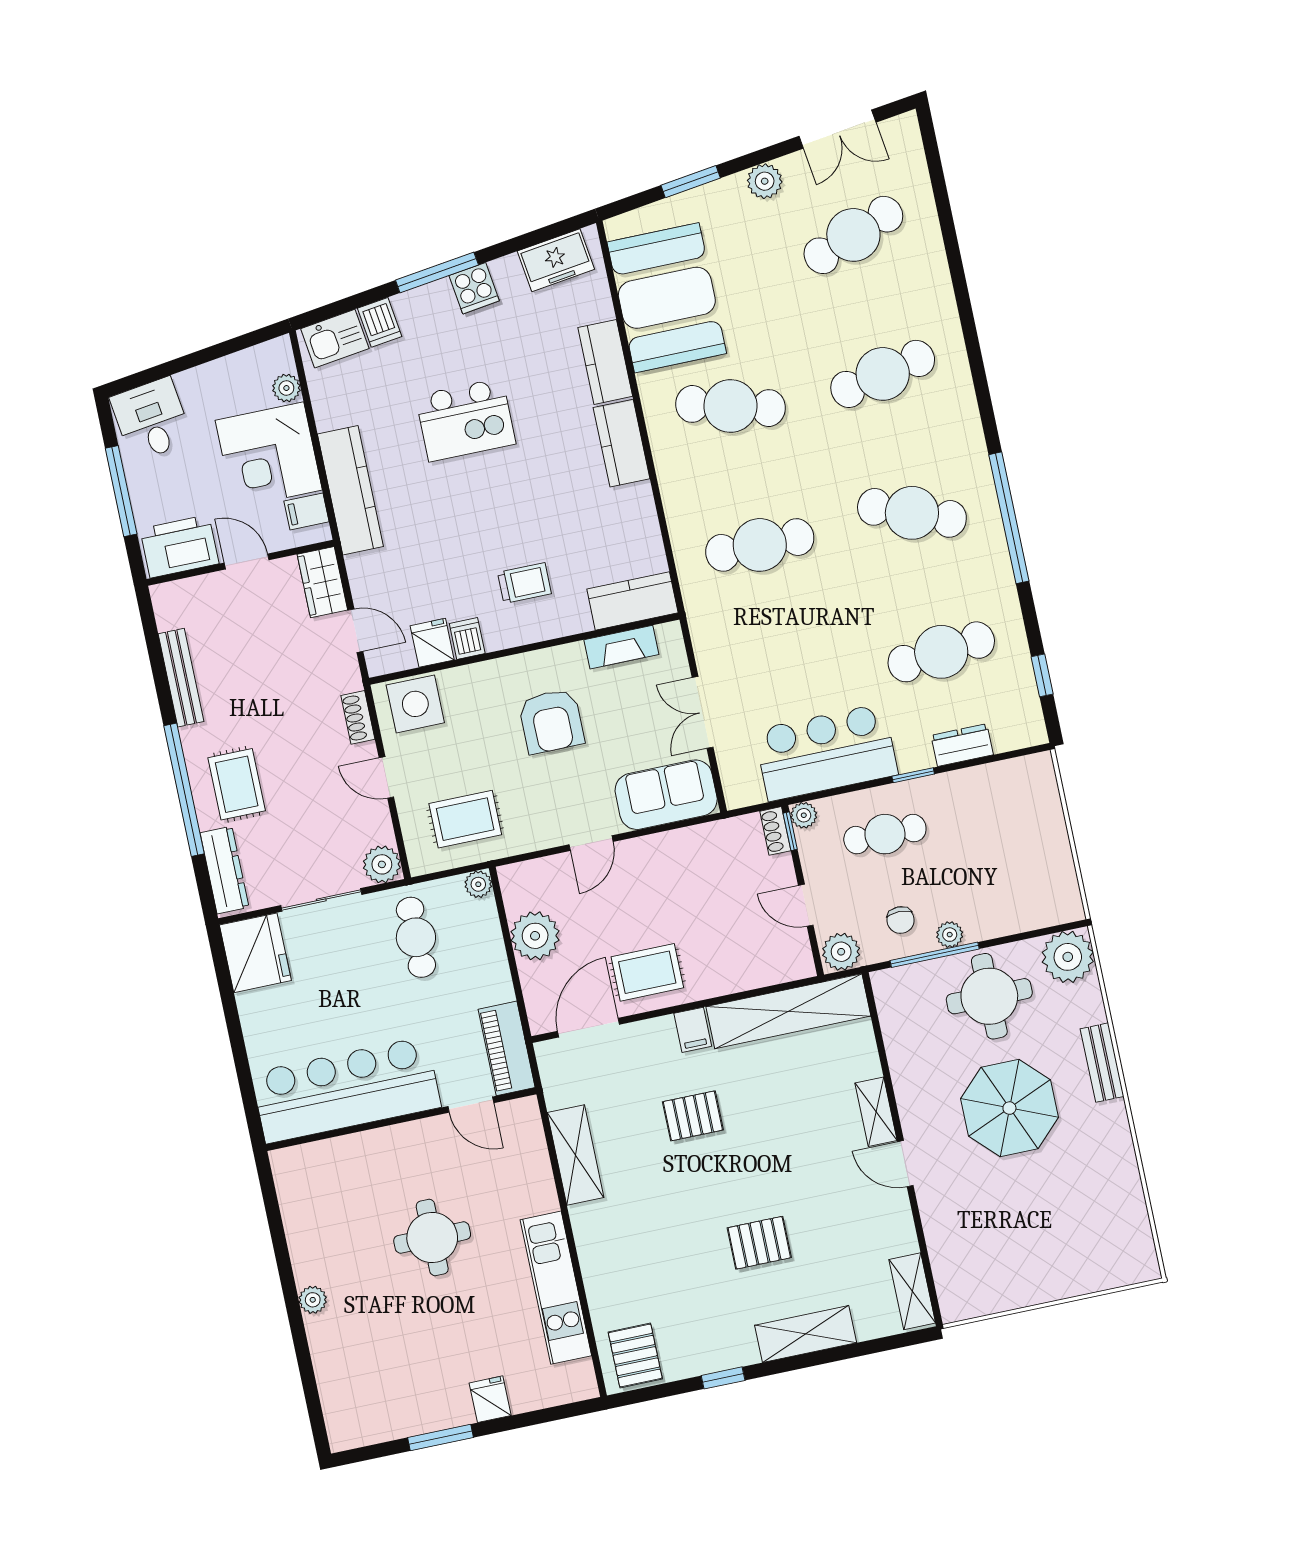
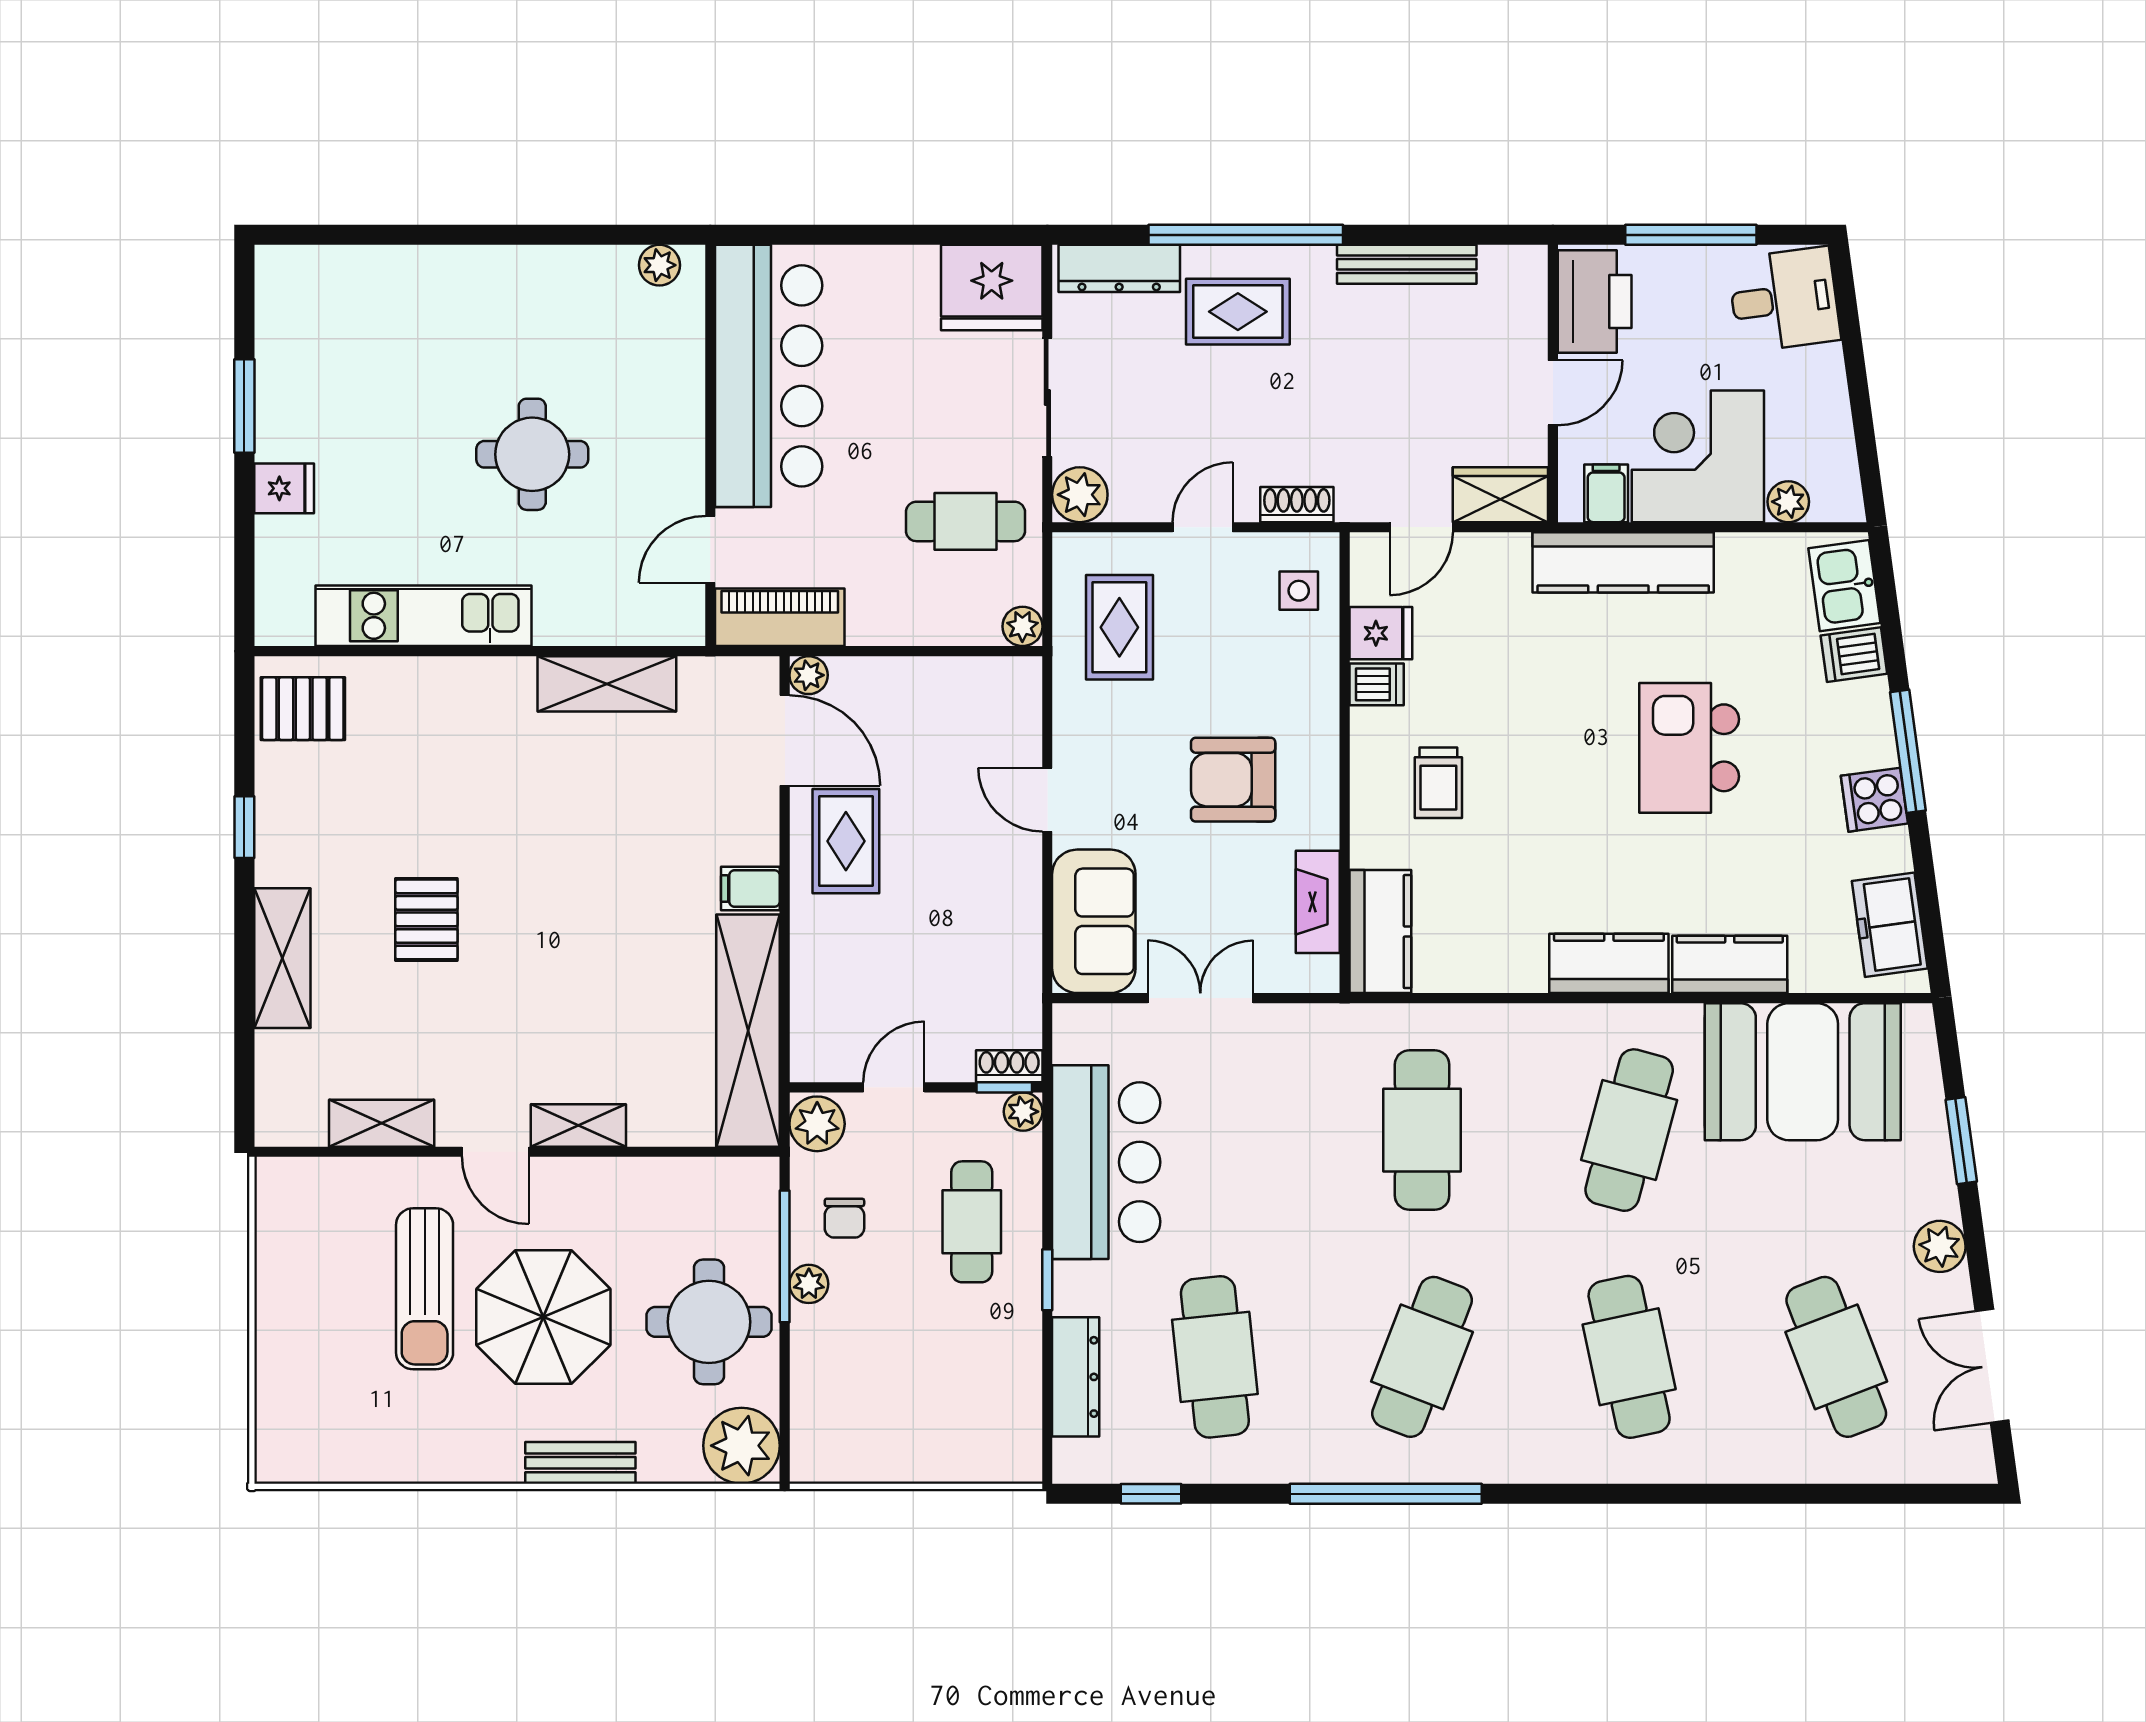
side table: (415, 704) -> (1299, 591), width x0.54, depth x0.54
dresser: (962, 745) -> (1076, 1377), width x1.44
chair: (901, 920) -> (844, 1218), turned -90
plant: (535, 936) -> (809, 675), moved, width x0.53, depth x0.53
pallet: (693, 1116) -> (627, 863), removed
door: (905, 1164) -> (495, 1152), swing flipped
sun lounger: (1007, 1192) -> (425, 1289), added
shelving: (912, 1291) -> (382, 1123), moved
plant: (313, 1300) -> (659, 265), moved

